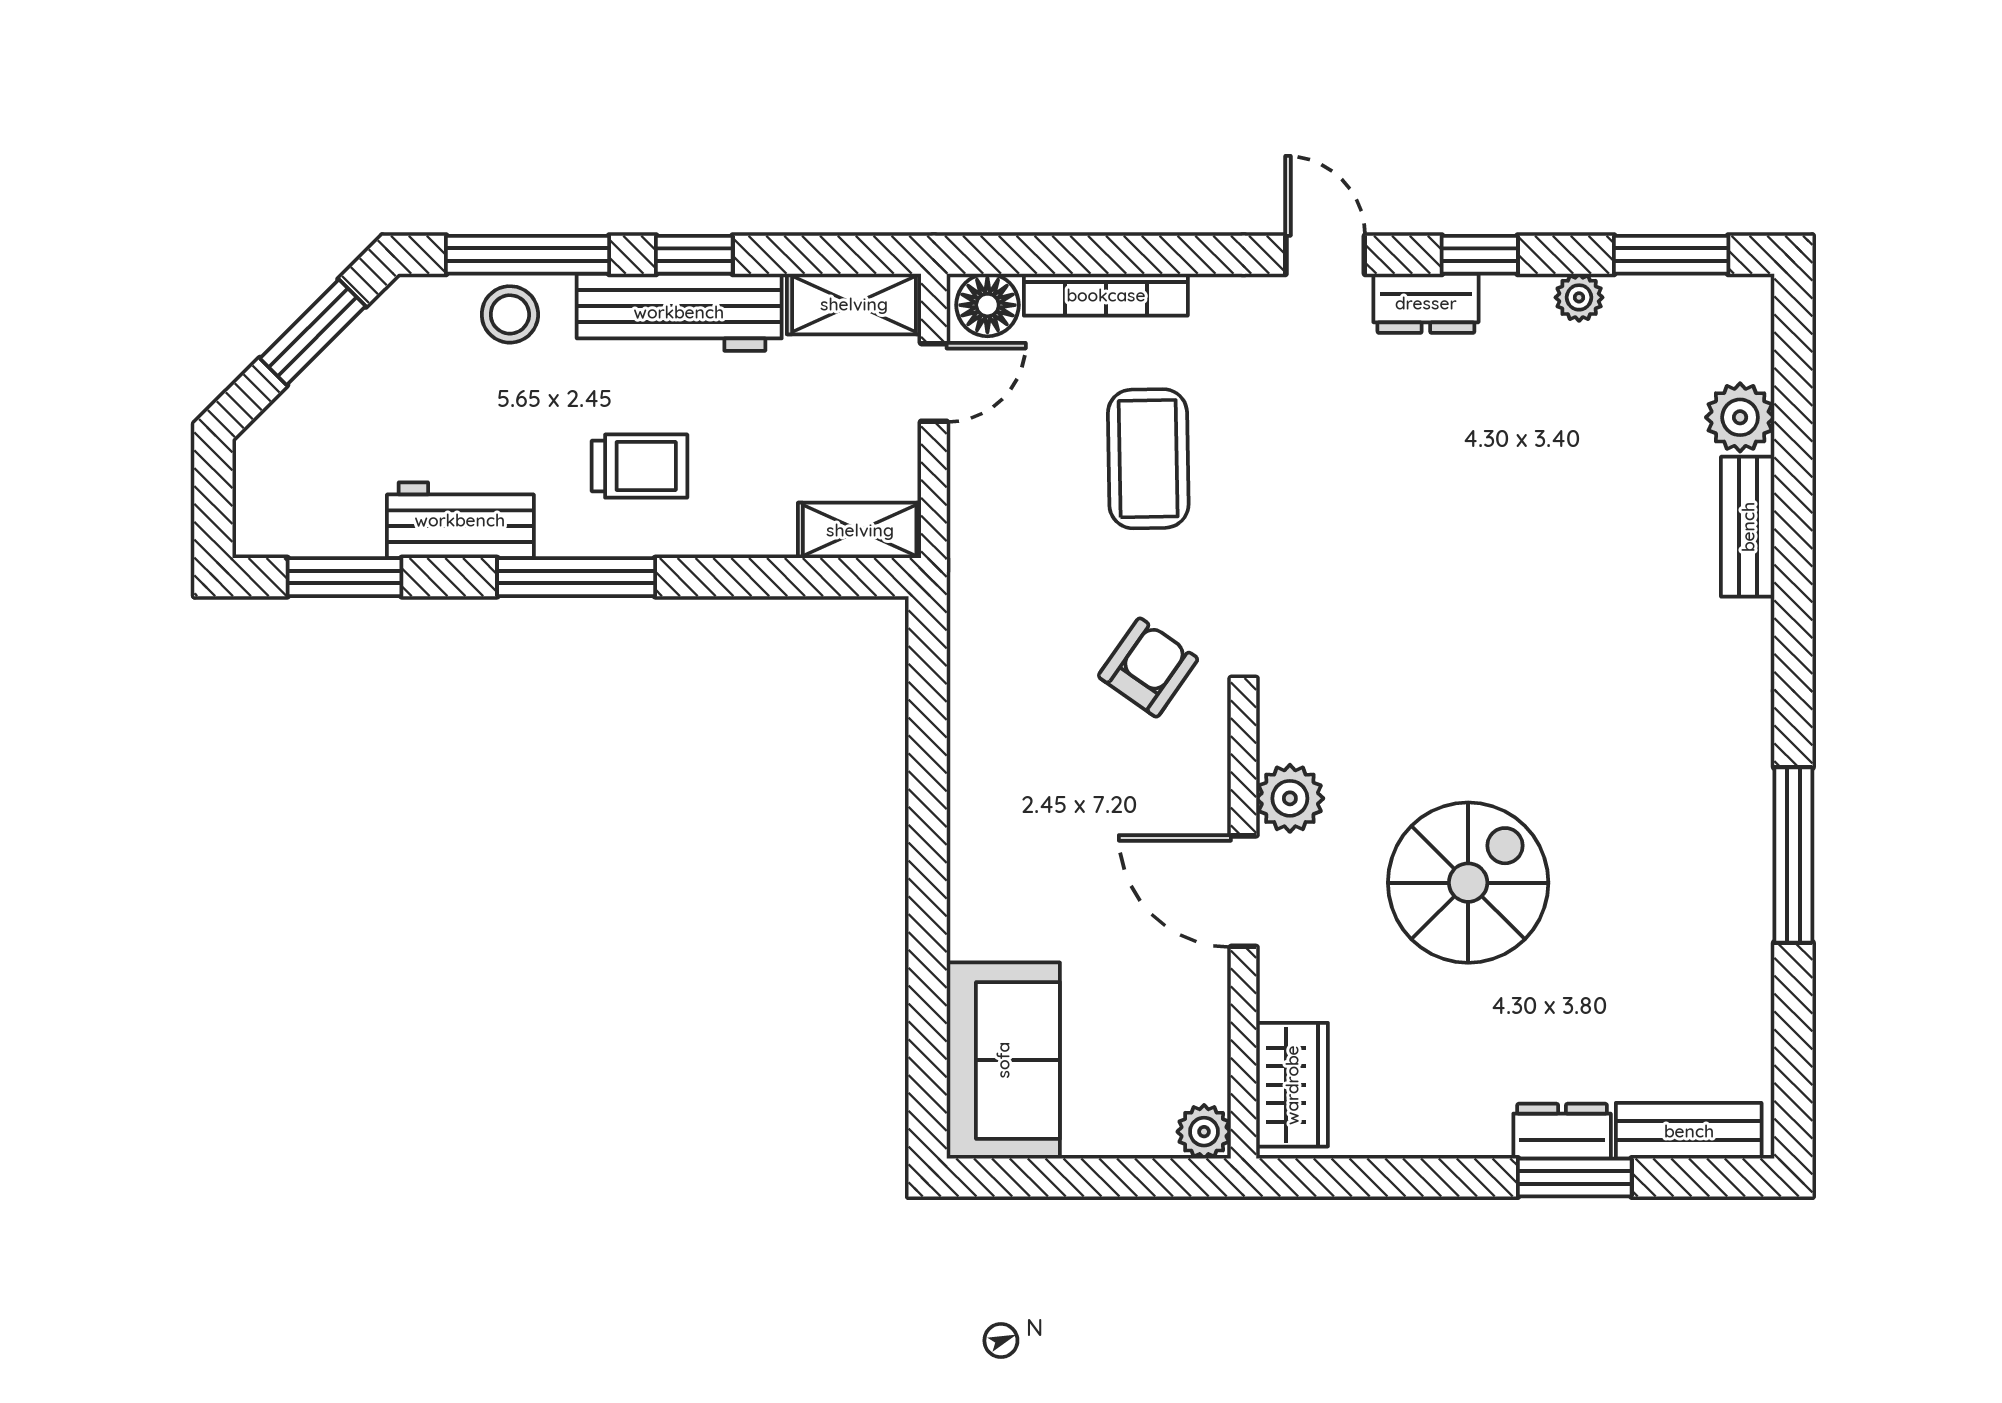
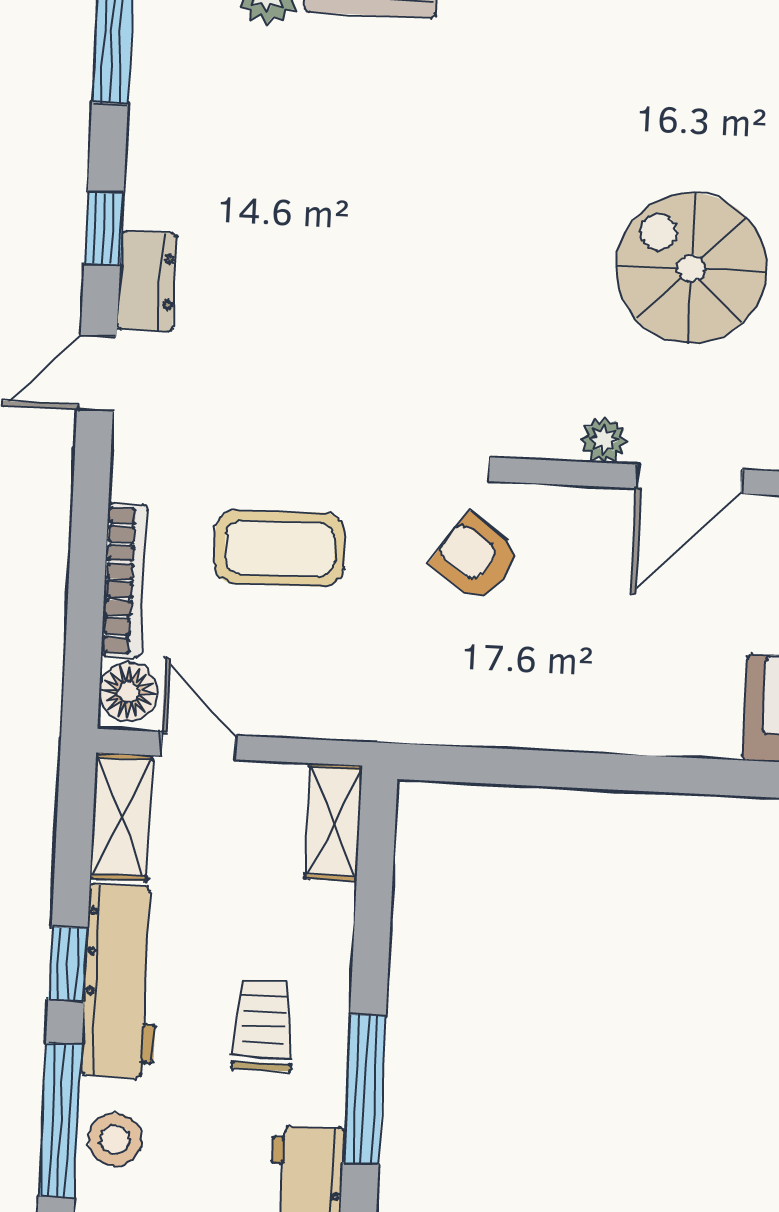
plant: (1579, 297) -> (148, 138), removed
plant: (1290, 798) -> (604, 440), width x0.73, depth x0.73

